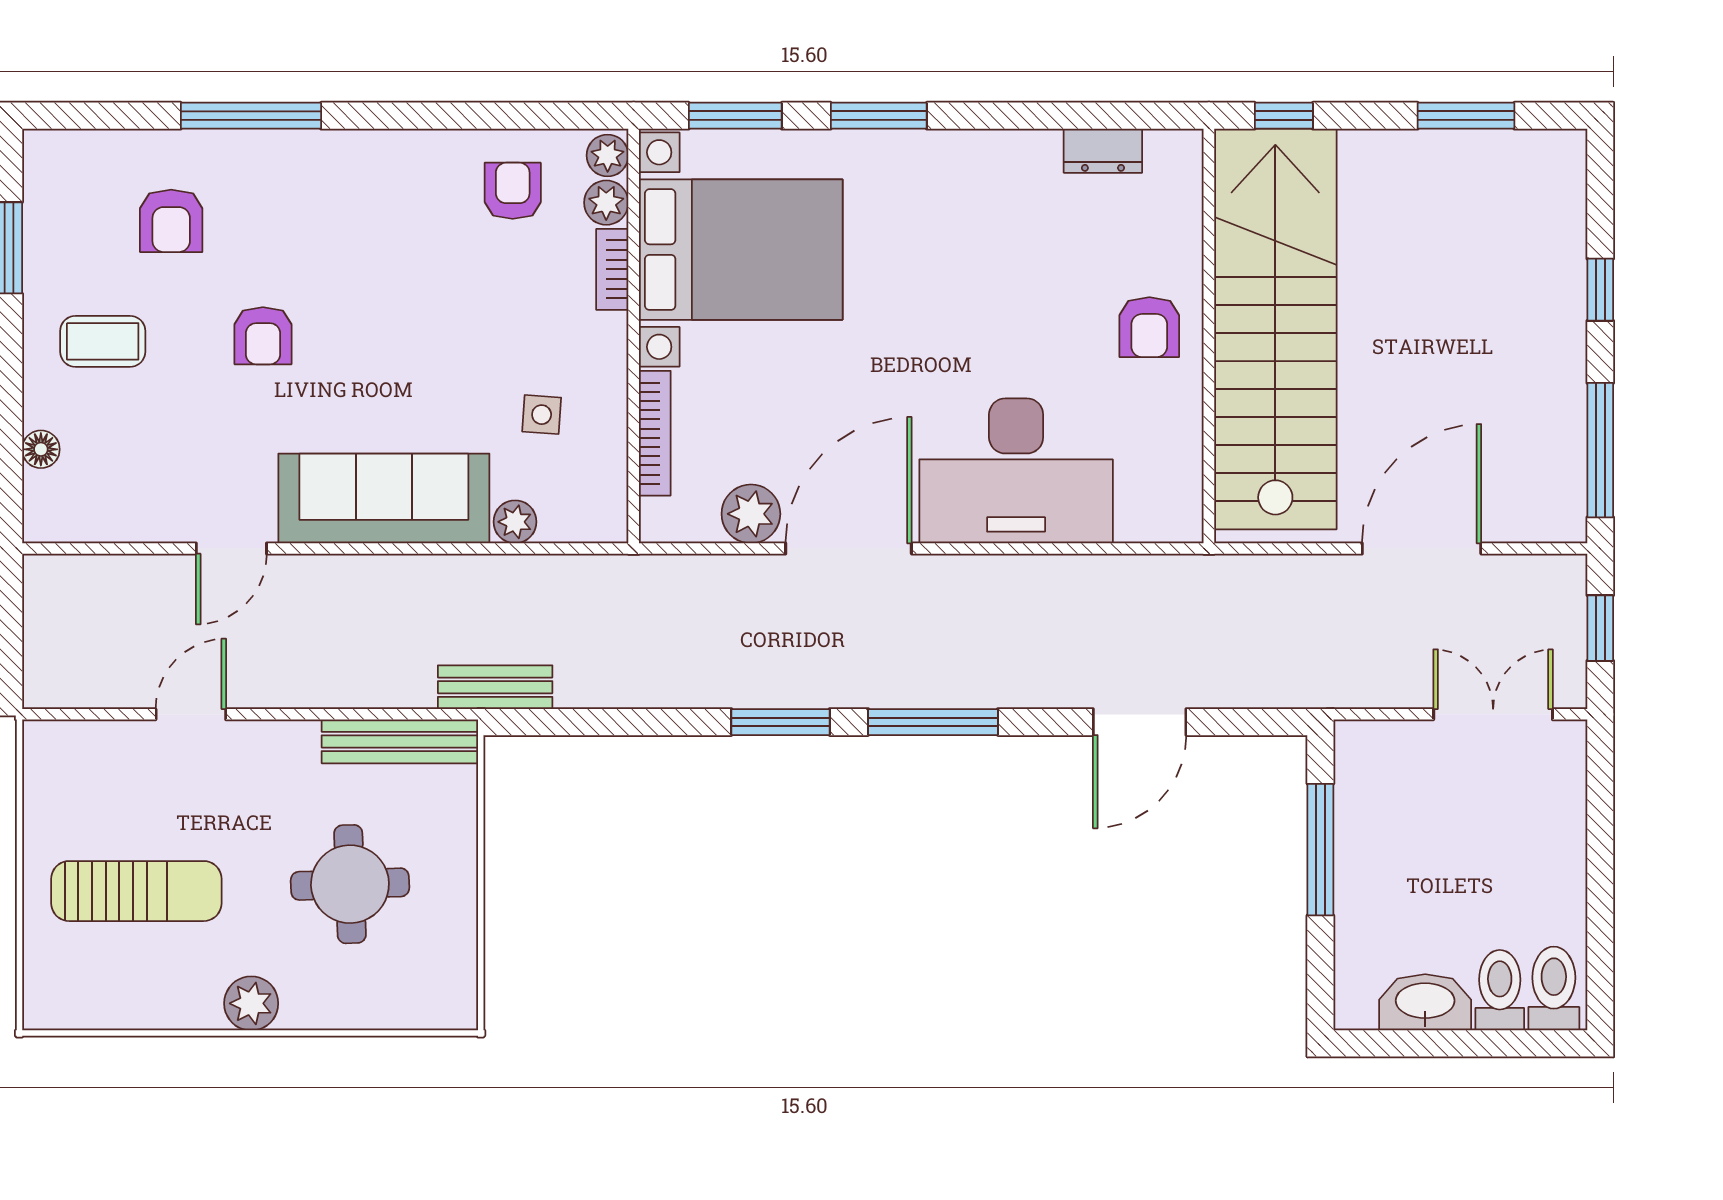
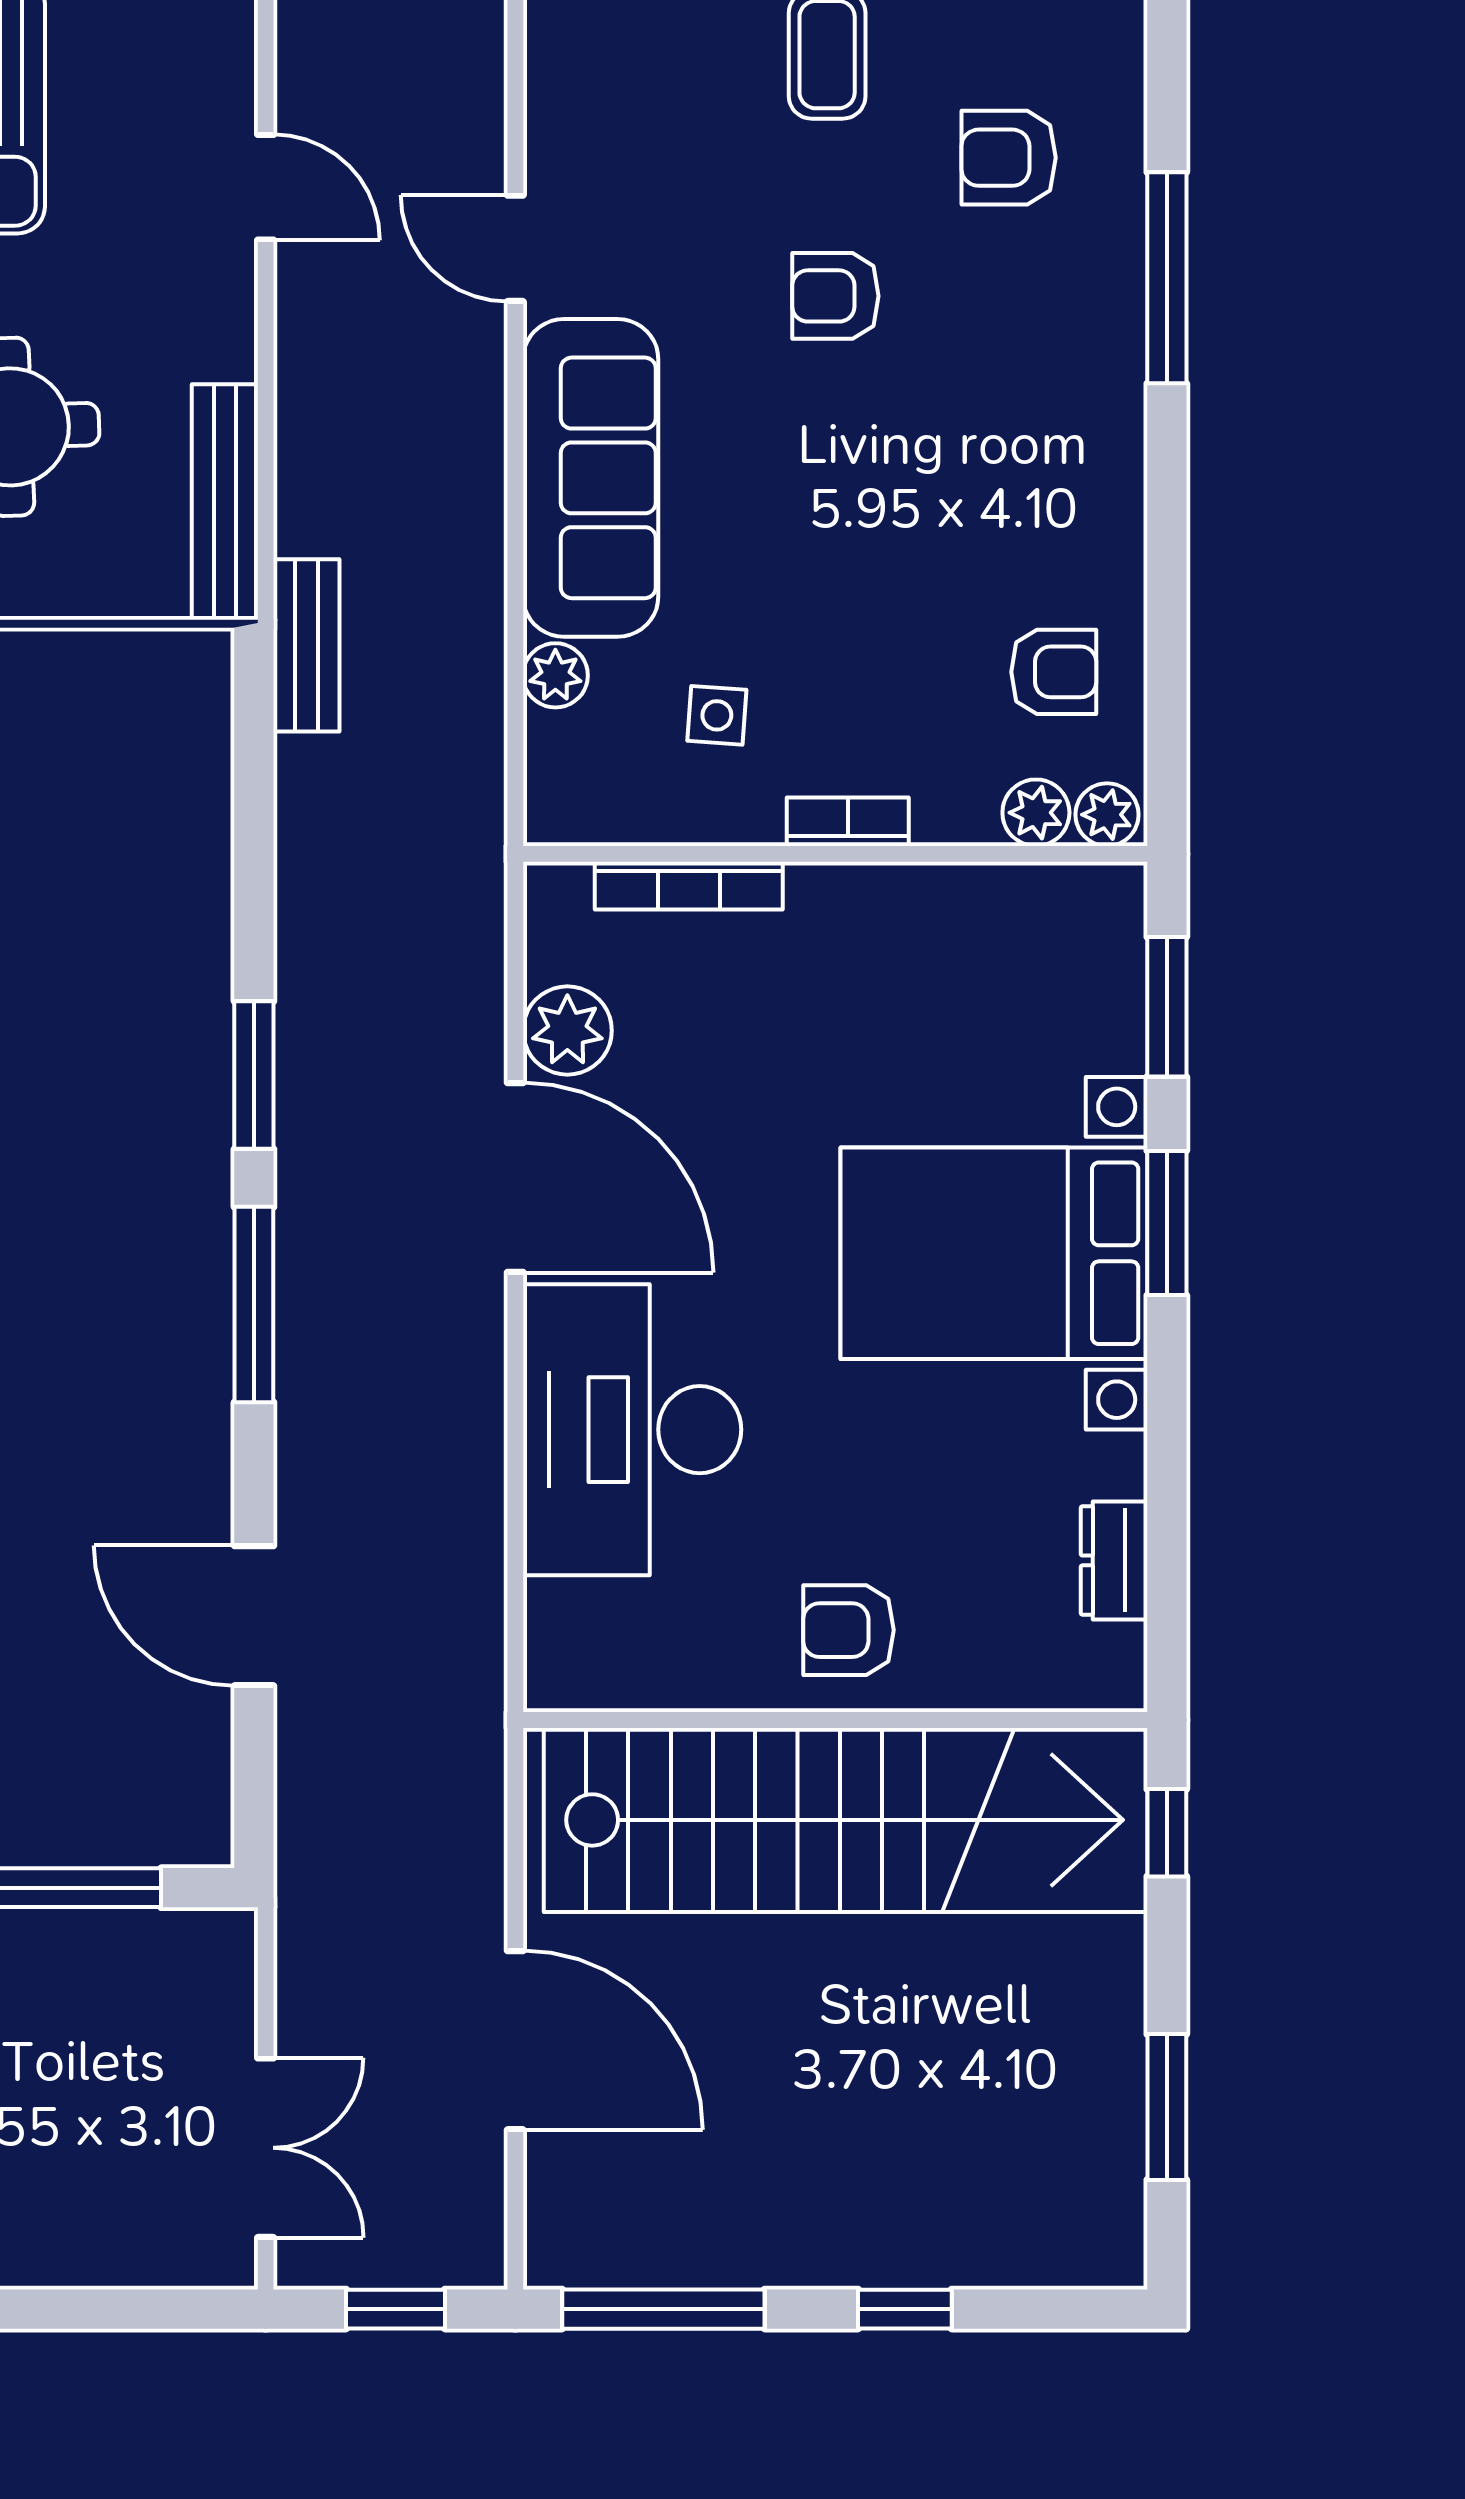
bed with nightstands: (741, 250) -> (994, 1253), moved, turned 90
bookcase: (612, 269) -> (848, 822), moved

